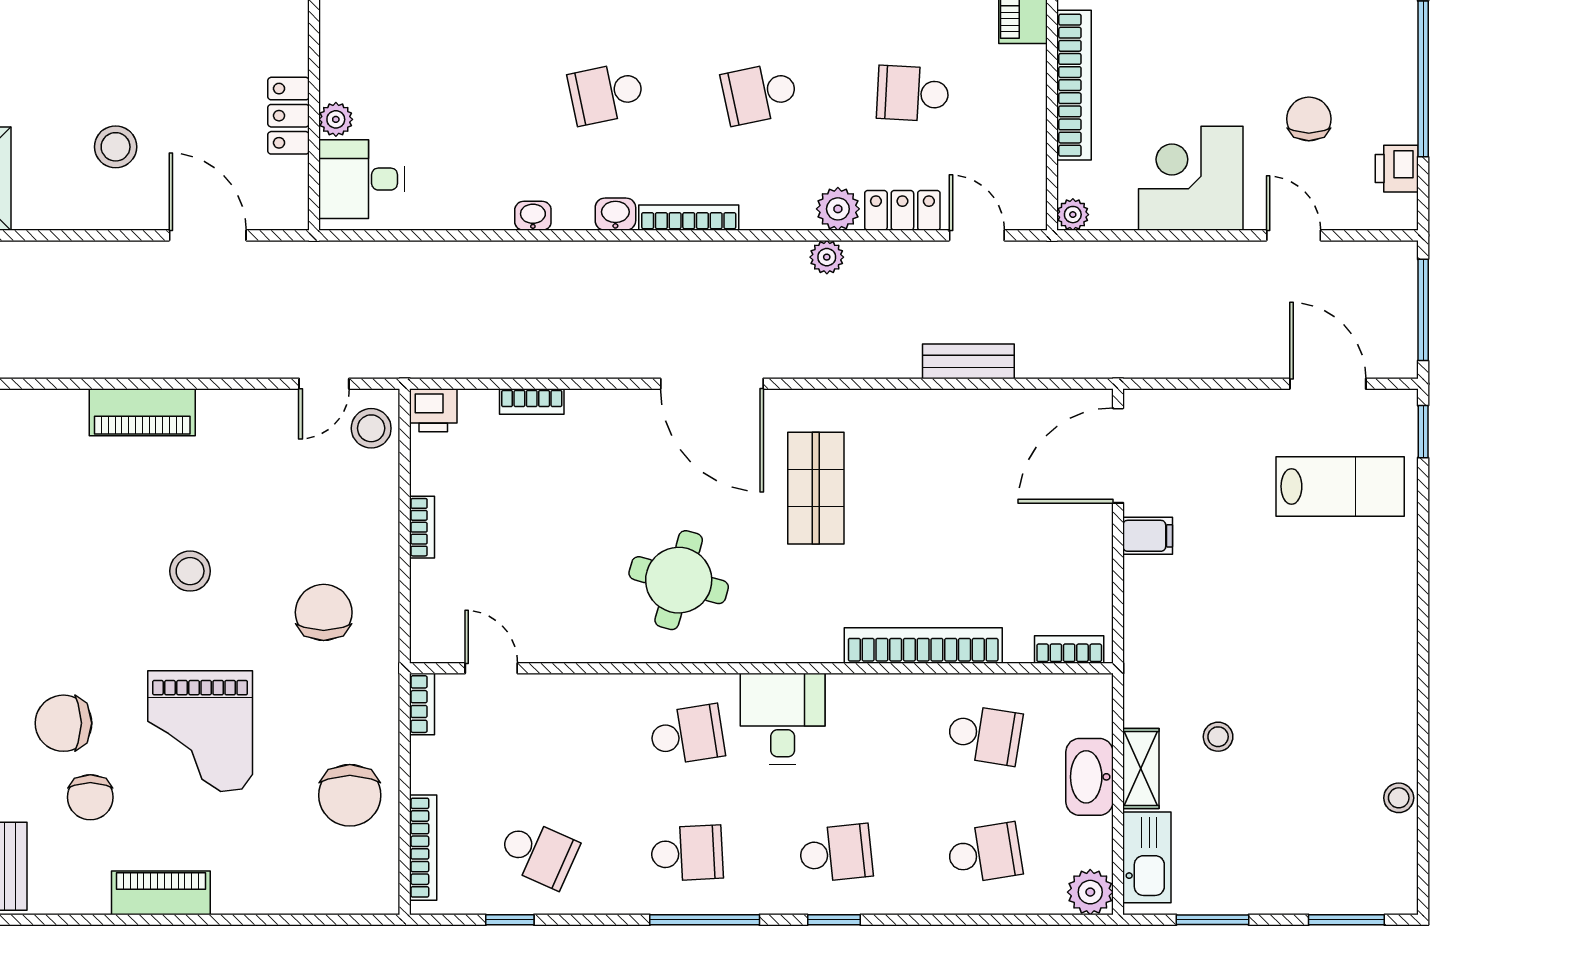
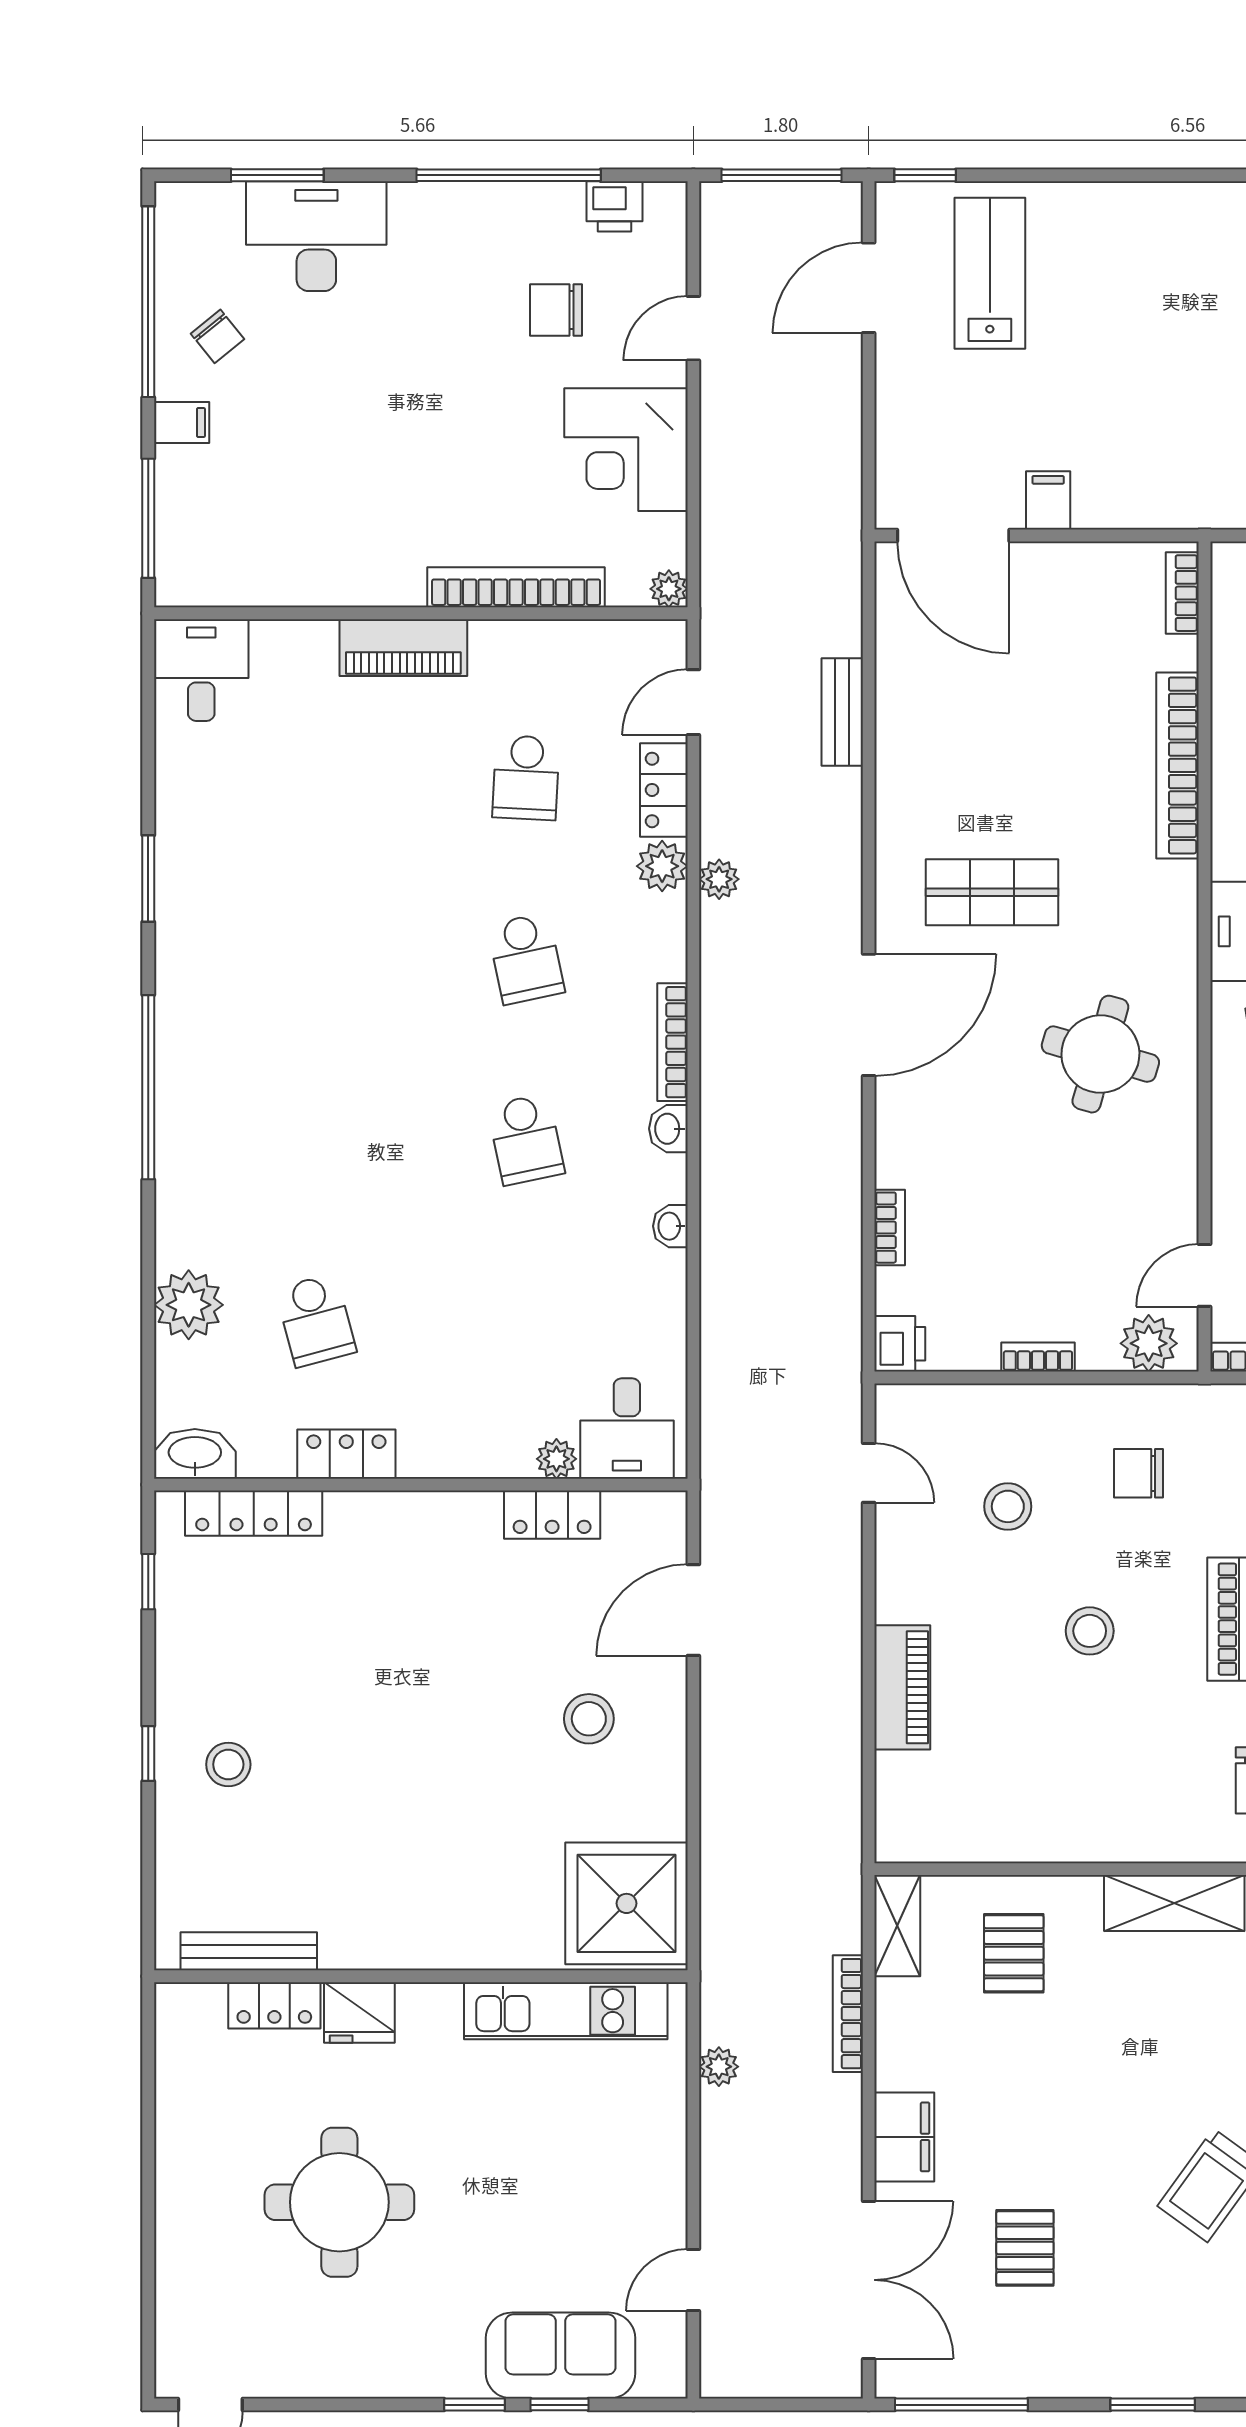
stool: (371, 428) -> (1008, 1506), moved
chair: (324, 612) -> (1139, 1473), width x0.73, depth x0.73
plant: (434, 621) -> (1149, 1343), added

